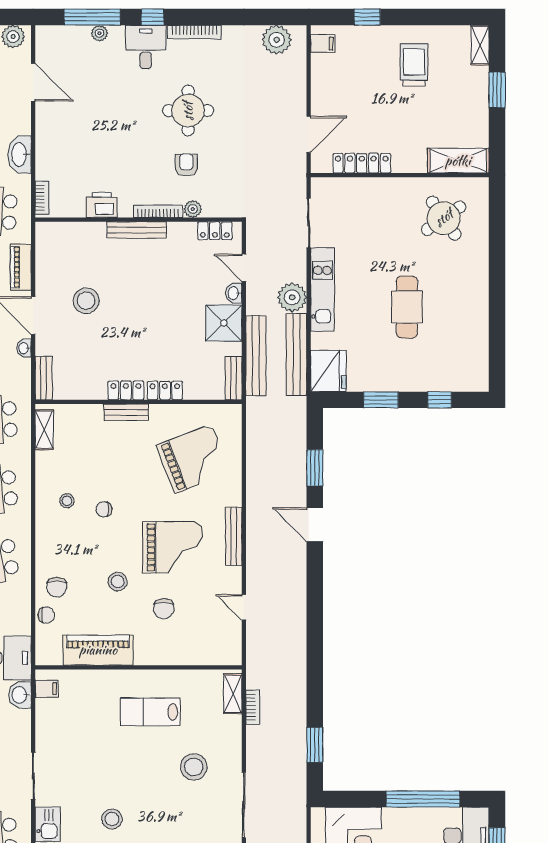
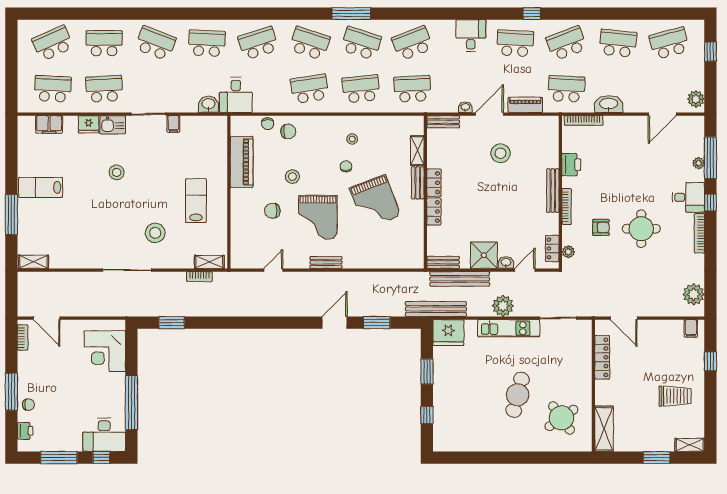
bookcase: (42, 198) -> (584, 120), width x1.56
plant: (193, 209) -> (568, 252), moved
cafe table: (407, 307) -> (518, 395), moved, turned -76
bench: (296, 355) -> (436, 309), moved
shelving: (44, 430) -> (417, 151), moved, turned 90
grand piano: (193, 459) -> (375, 202), moved
bench: (234, 536) -> (326, 262), width x0.73
chair: (57, 587) -> (288, 131), turned 180
filing cabinet: (47, 689) -> (173, 124), moved

